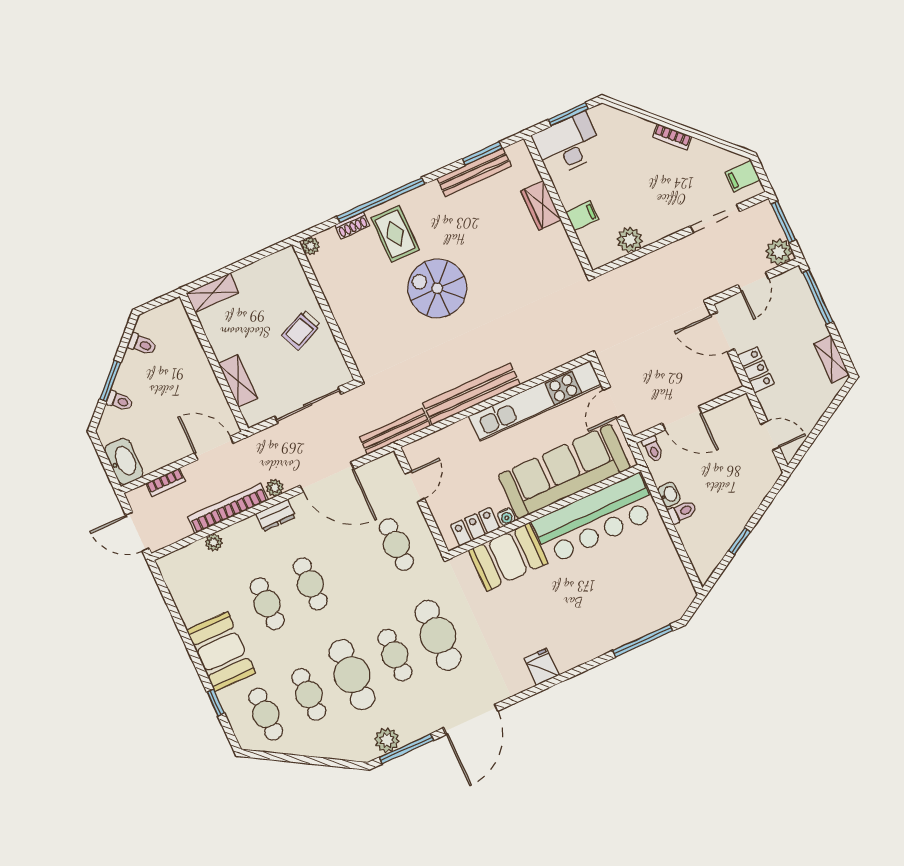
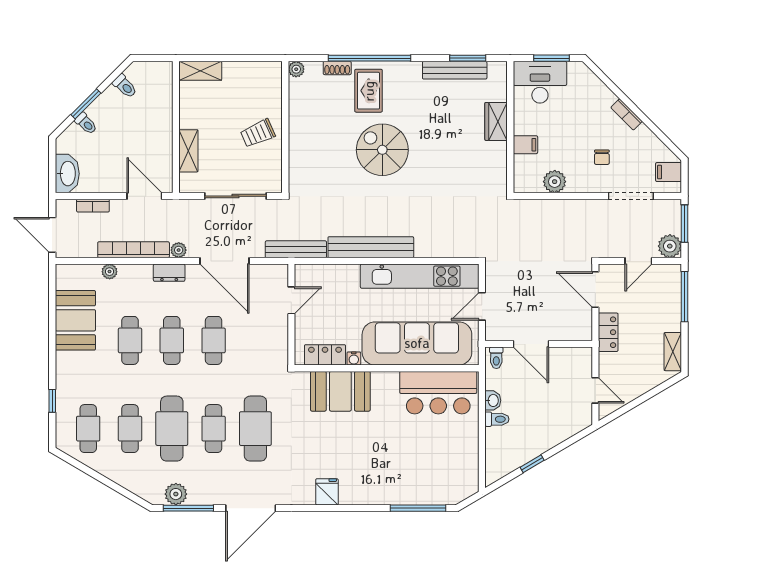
chair: (667, 192) -> (602, 157), added
bar counter: (595, 519) -> (438, 393), width x0.73
cafe table: (396, 544) -> (214, 340), moved
booth: (221, 652) -> (75, 320), moved

